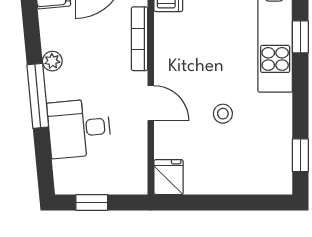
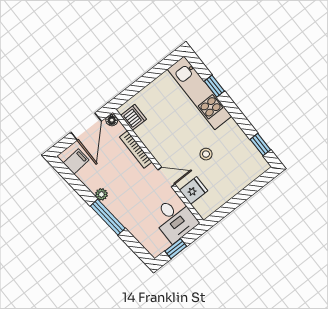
desk: (79, 128) -> (175, 219), moved, turned -85
fridge: (169, 177) -> (193, 190), moved, turned 90

